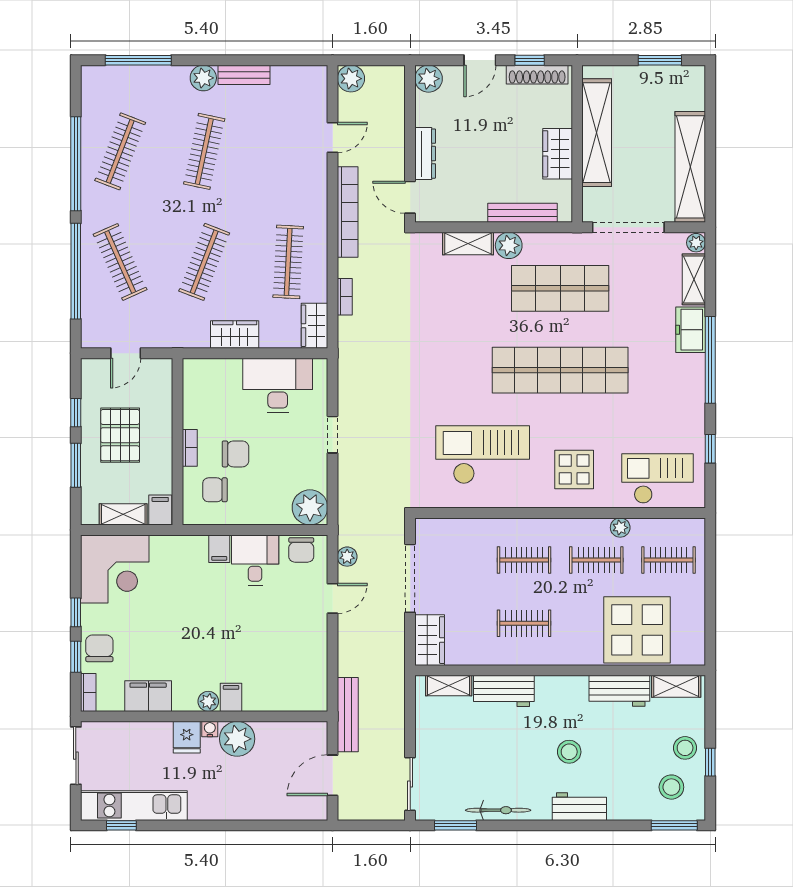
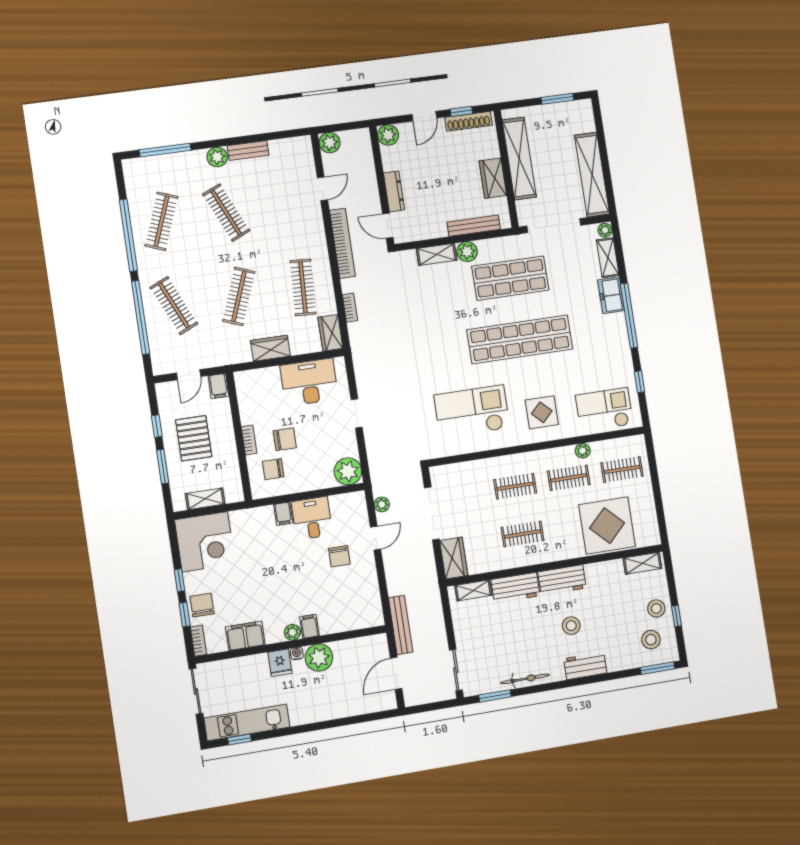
clothes rail: (204, 151) -> (226, 212), turned -36
filing cabinet: (160, 510) -> (219, 386), moved, turned 180
chair: (301, 550) -> (339, 556), moved
workbench: (619, 691) -> (562, 580), moved

